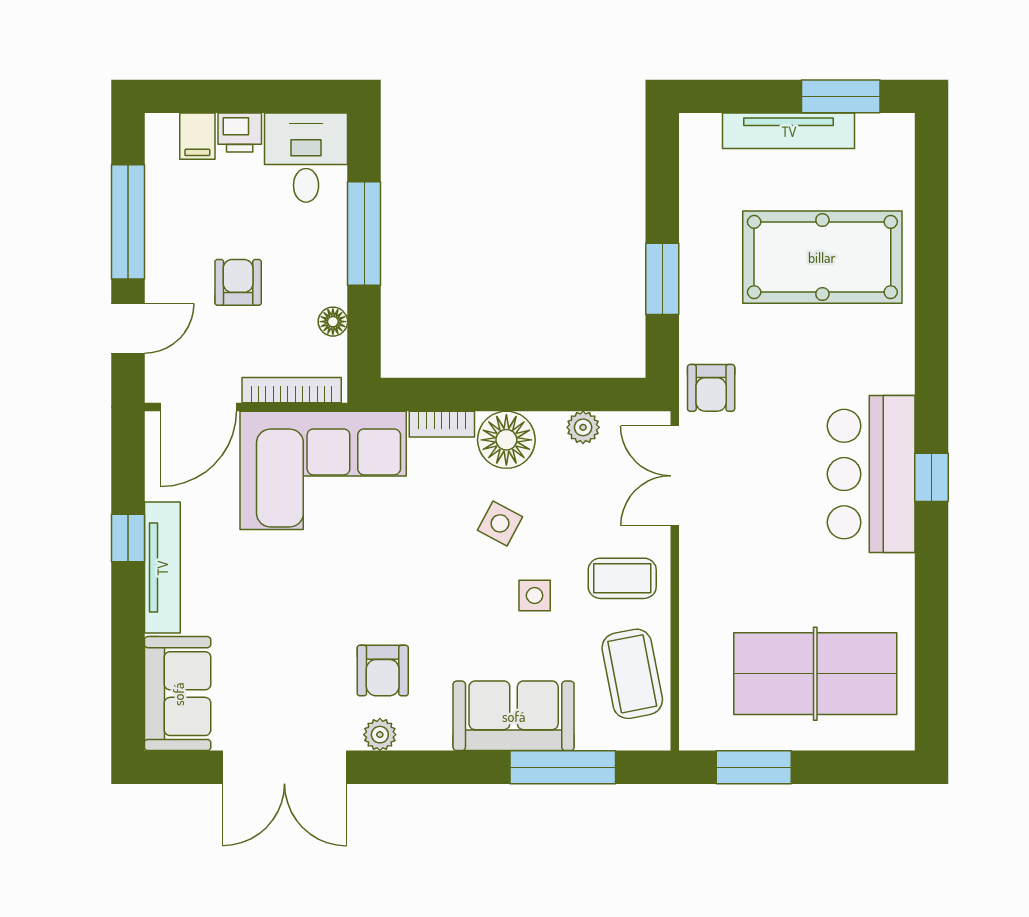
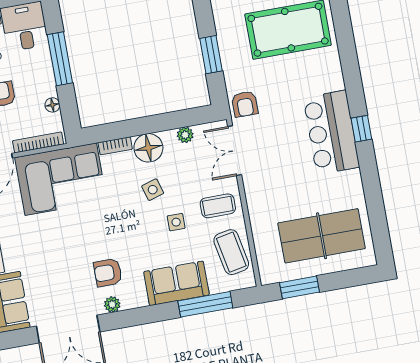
side table: (500, 523) -> (153, 190), turned 45
armchair: (383, 670) -> (108, 273), turned 90

